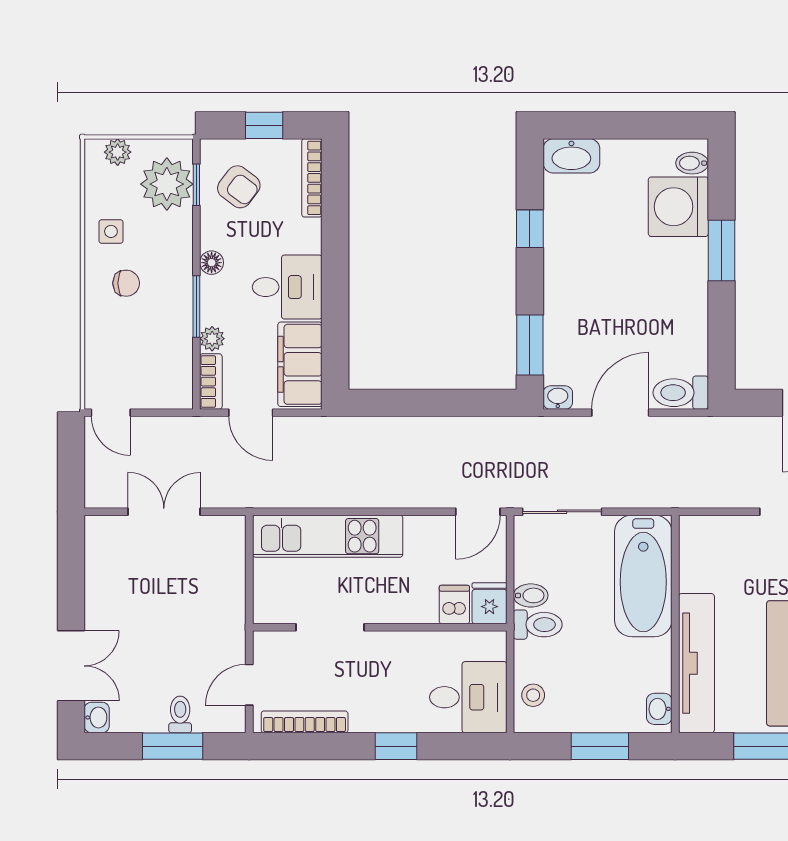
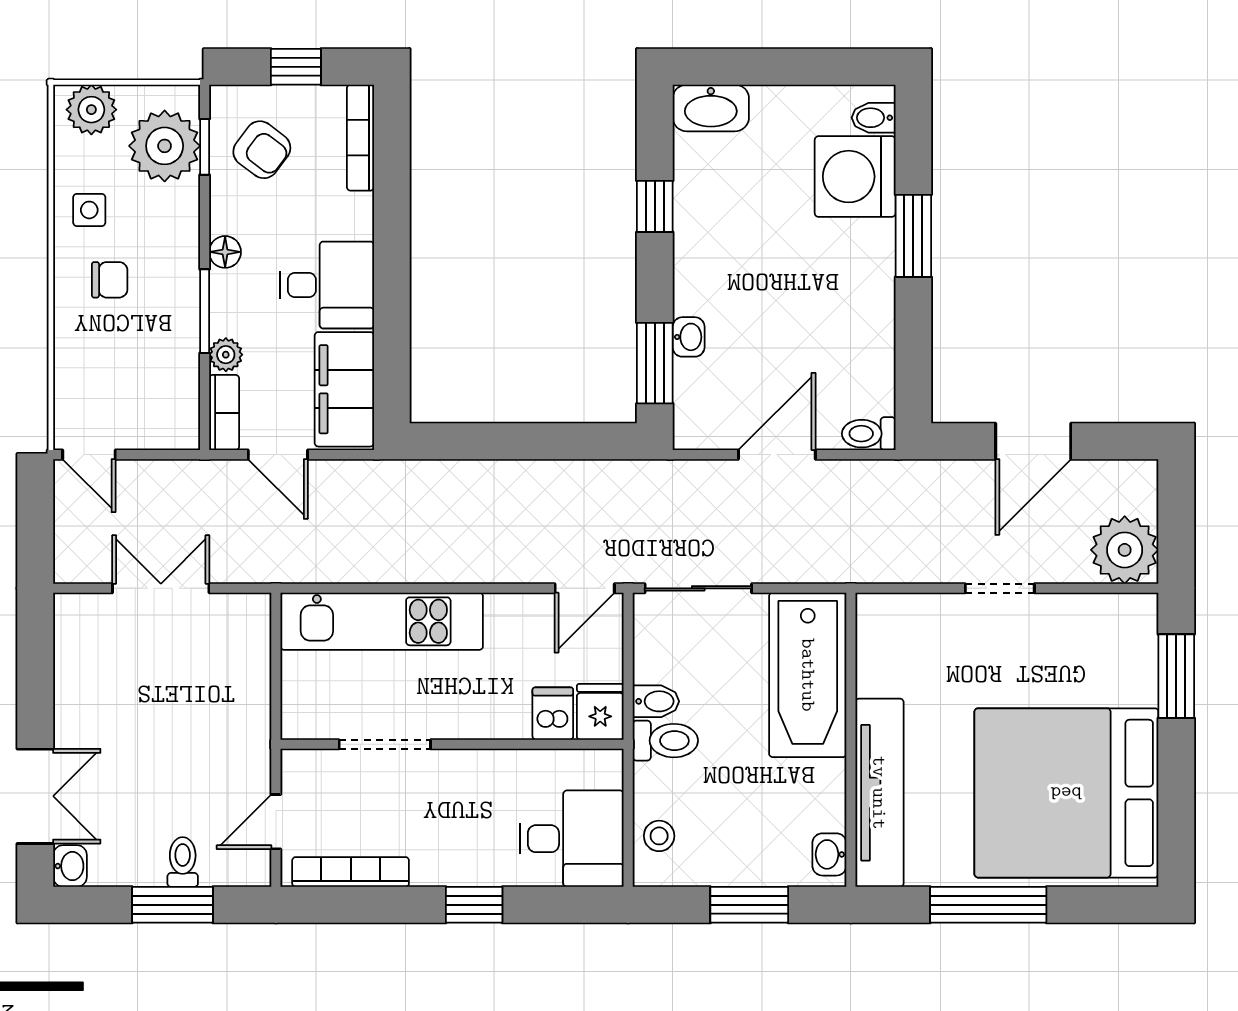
plant: (118, 152) -> (91, 110), width x1.38, depth x1.38
toilet: (681, 393) -> (869, 434), width x0.73, depth x0.72
washbasin: (558, 398) -> (689, 337), moved, turned 90

